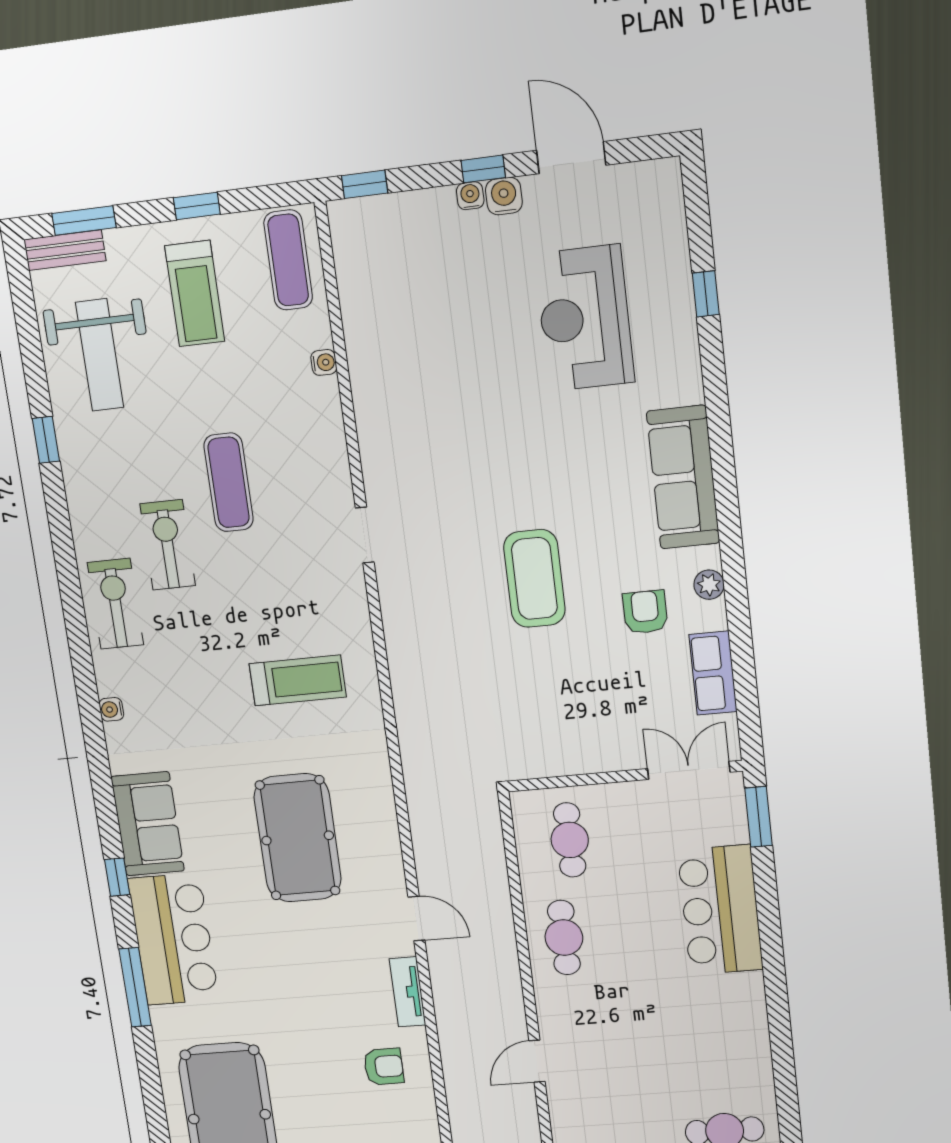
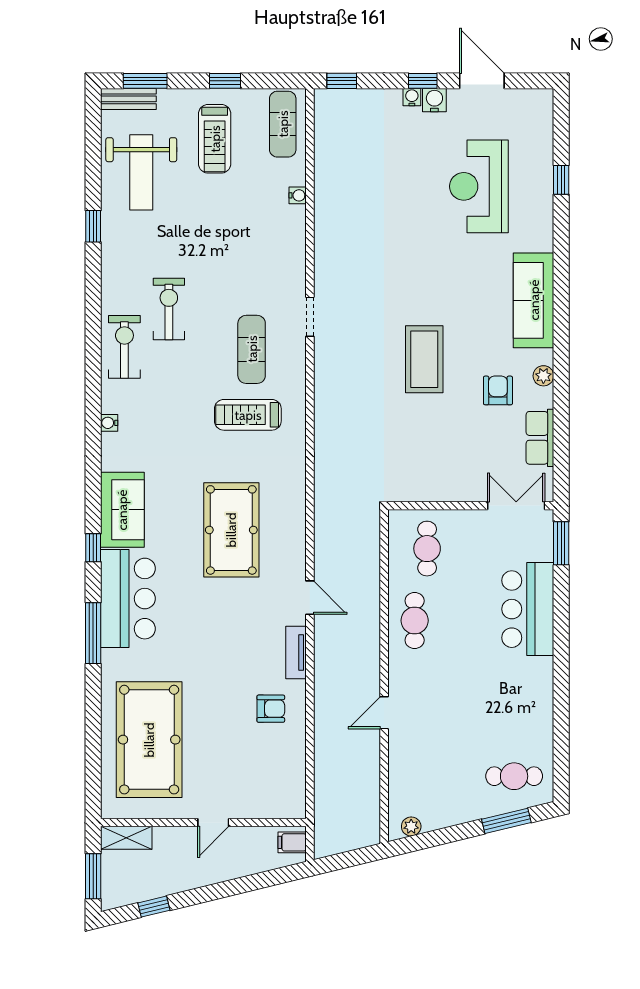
exercise mat: (229, 482) -> (252, 349), moved
treadmill: (298, 680) -> (248, 415), turned 180

